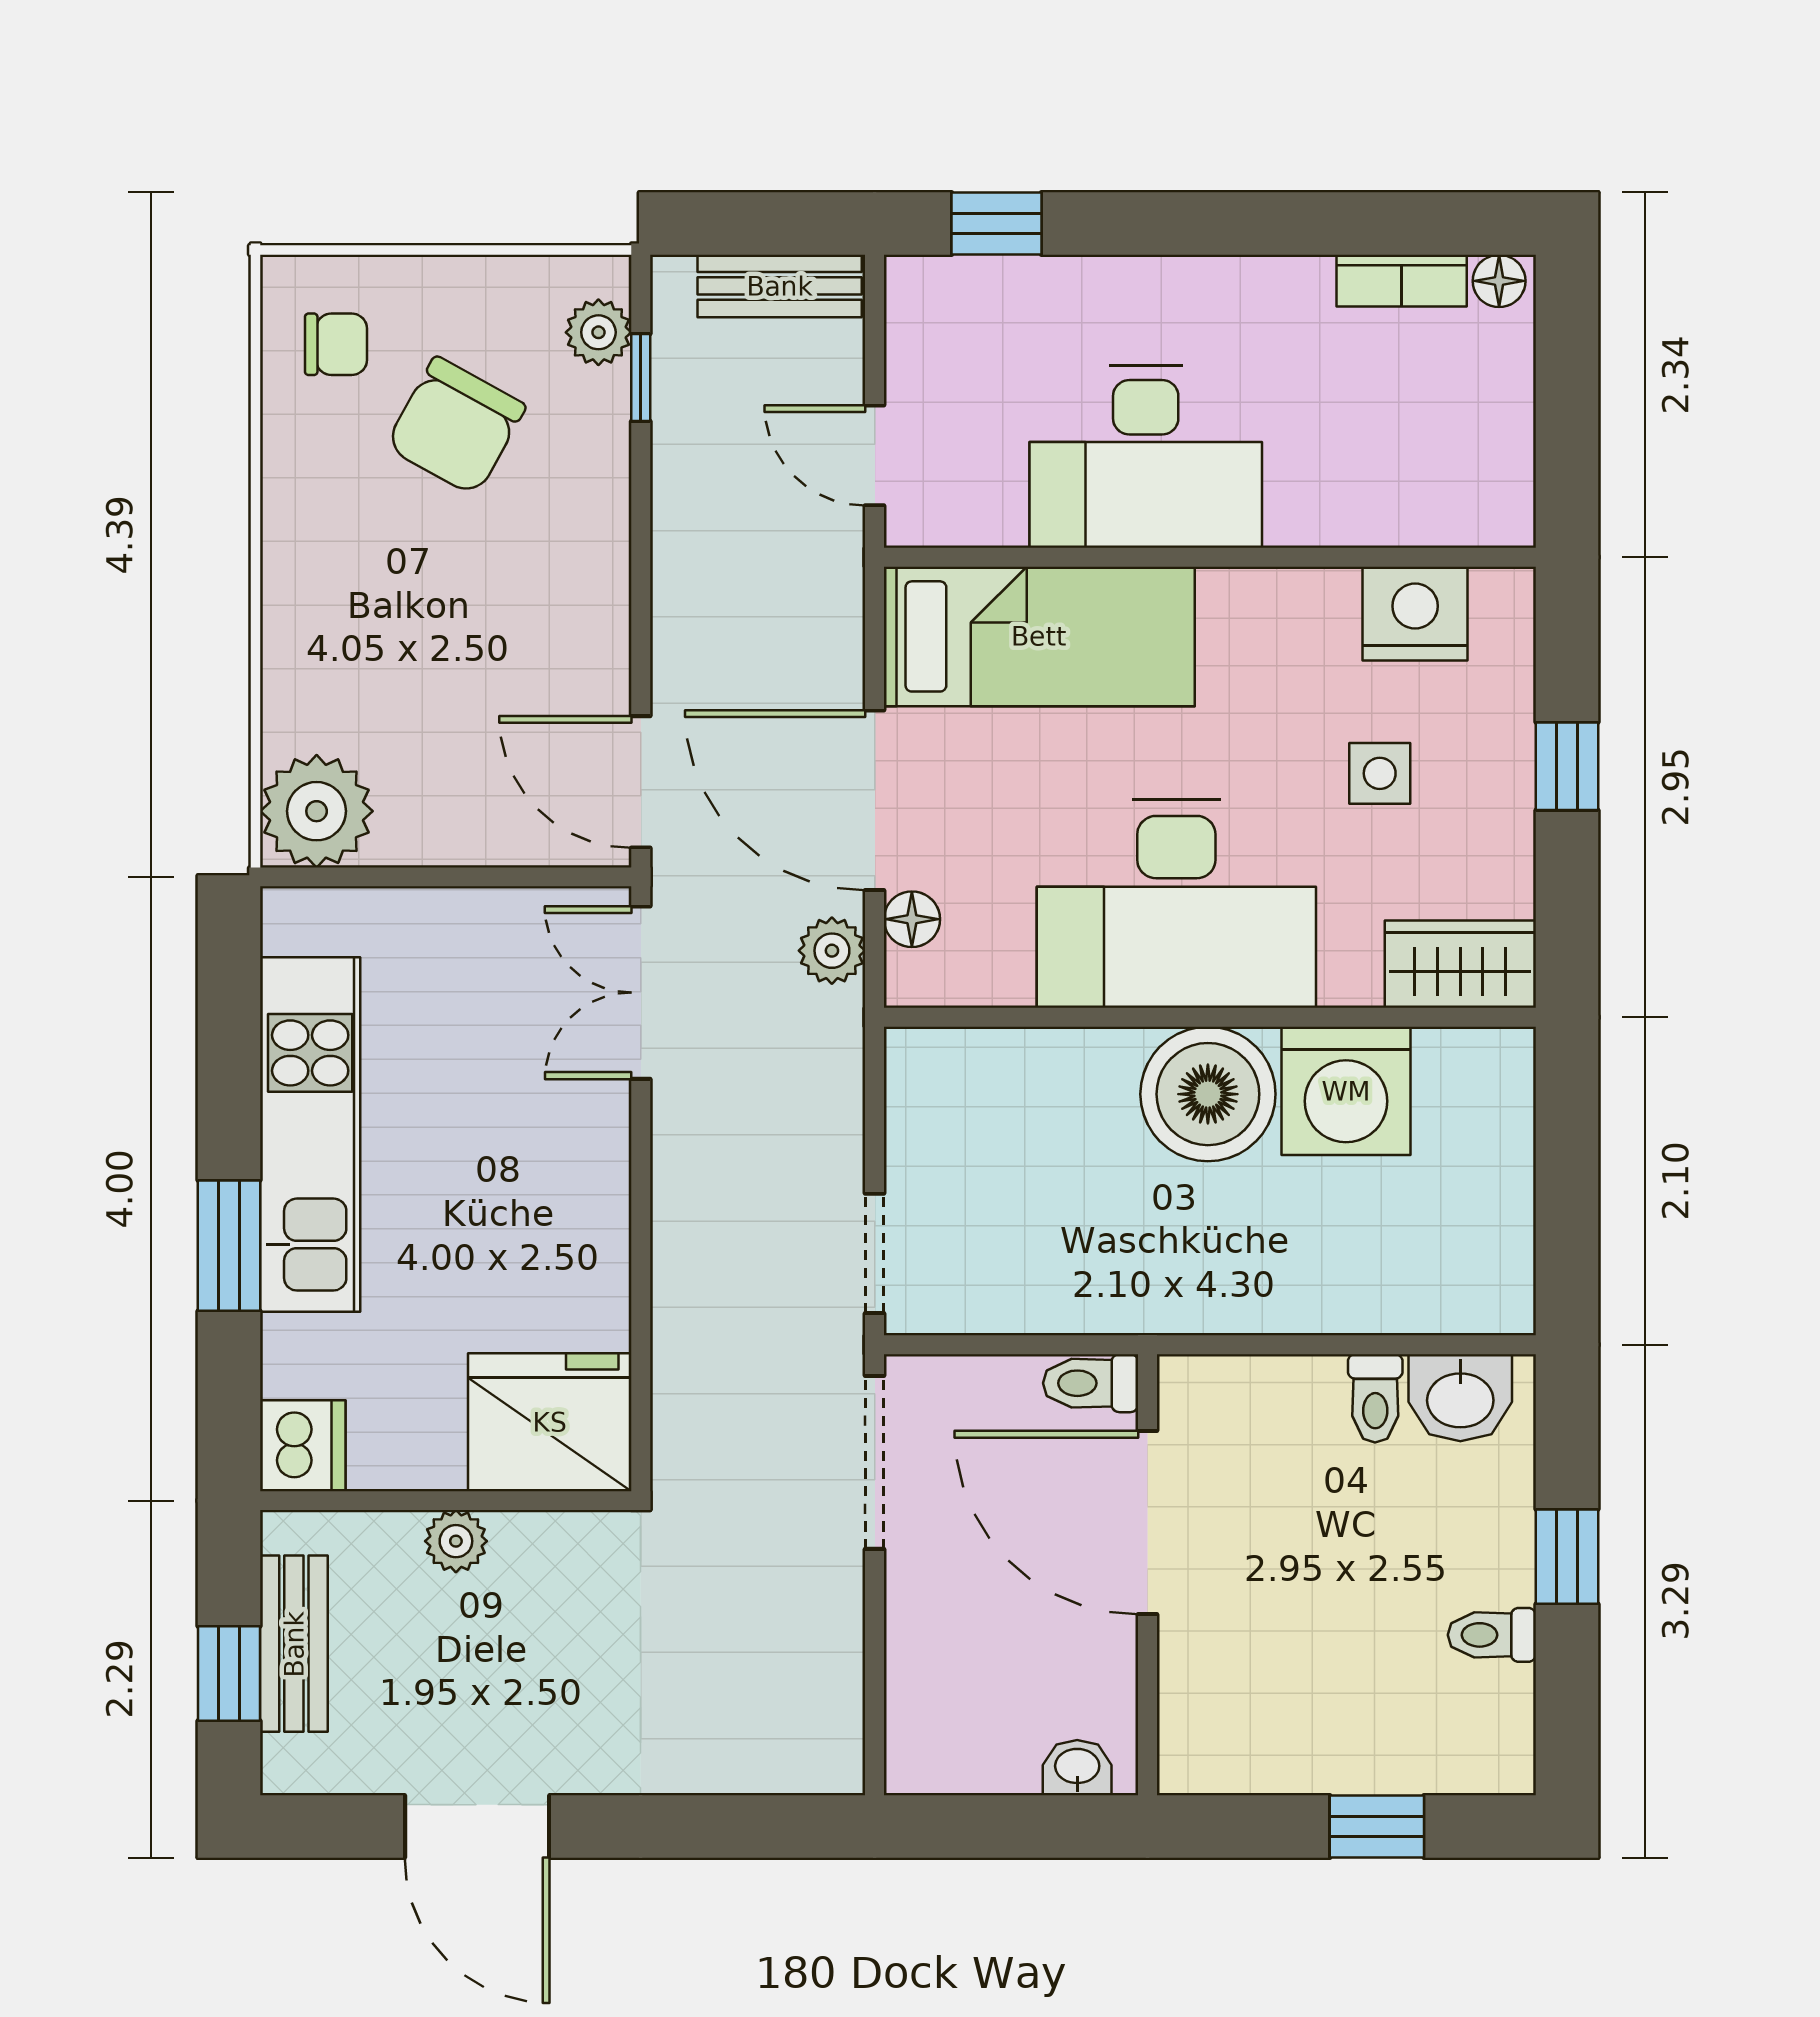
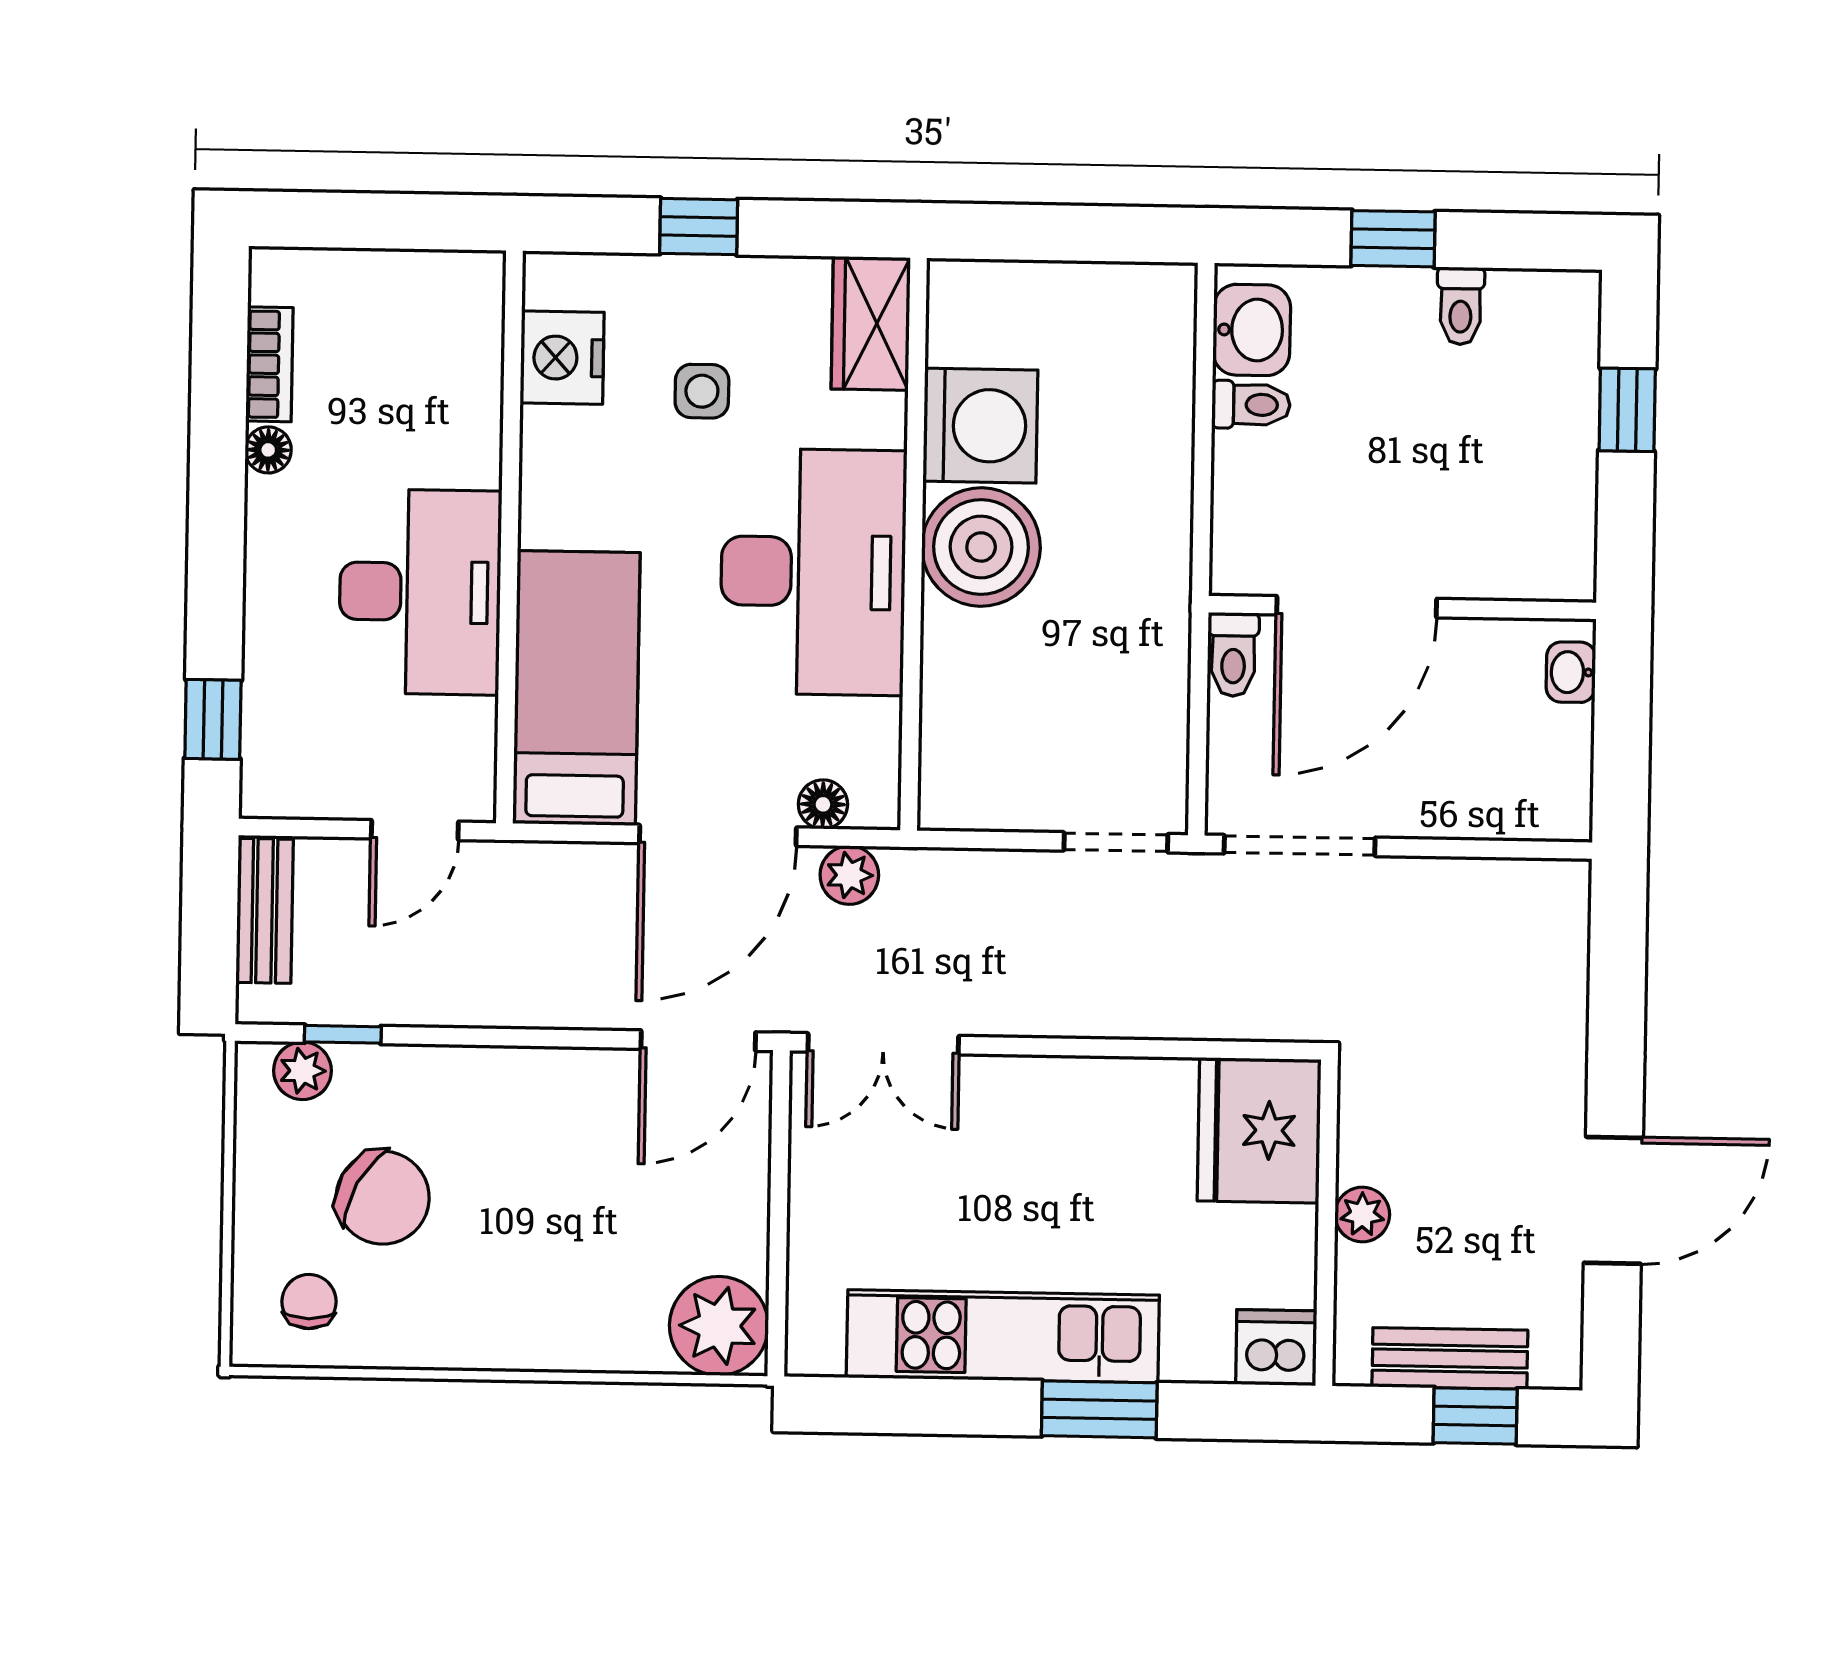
floor lamp: (1499, 281) -> (268, 450), moved

